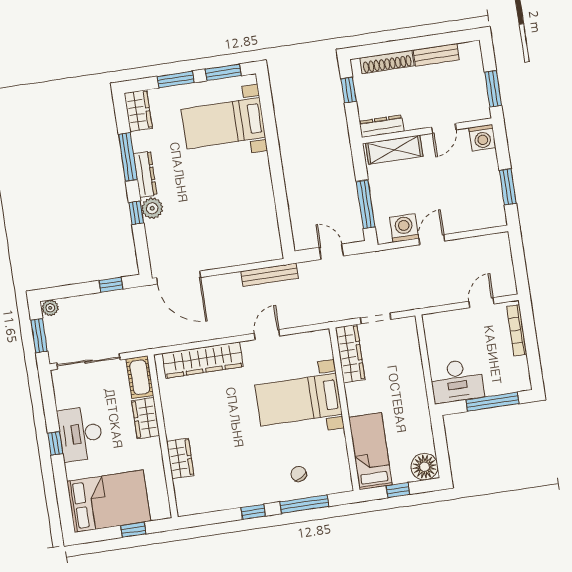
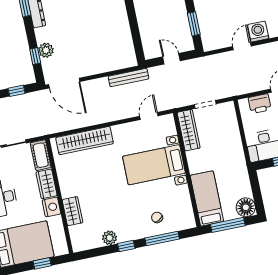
window: (366, 204) -> (194, 24), width x0.69
plant: (152, 208) -> (46, 50), moved
window: (136, 213) -> (35, 56), moved
washing machine: (404, 228) -> (258, 32), moved
printer: (452, 322) -> (260, 104), added
door: (267, 335) -> (149, 116), moved
nightstand: (151, 451) -> (51, 207), added
window: (398, 490) -> (228, 225), width x2.17
plant: (230, 499) -> (110, 238), added

